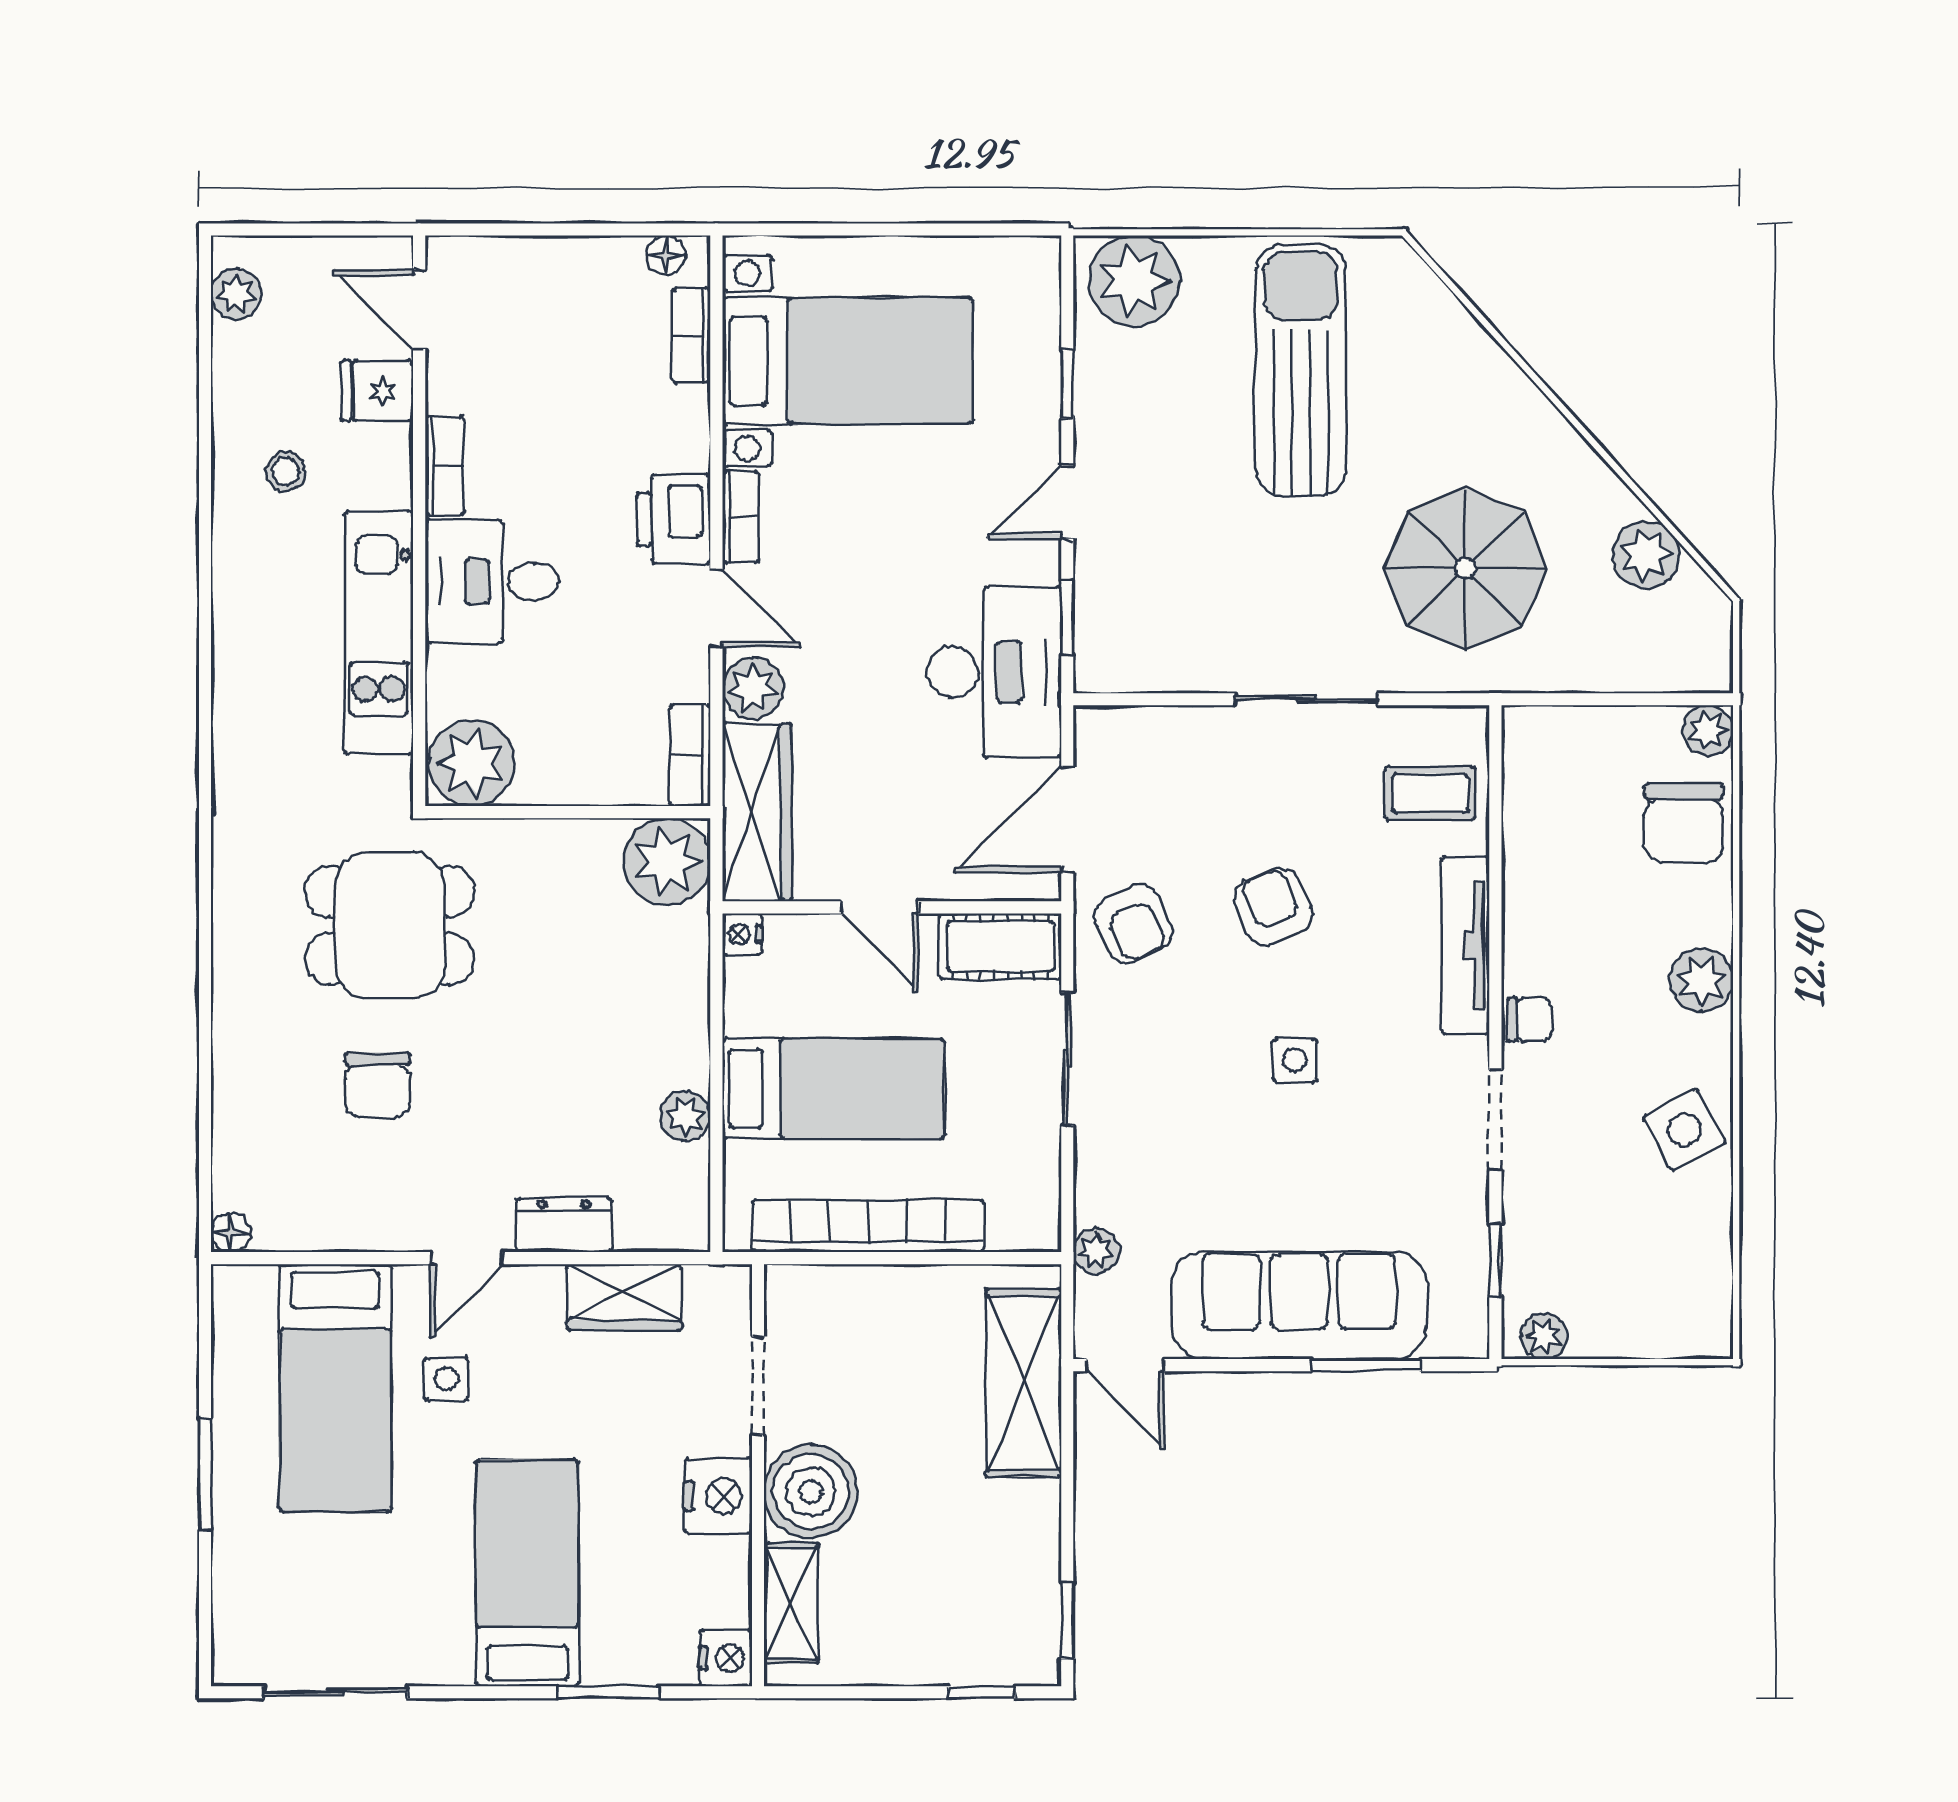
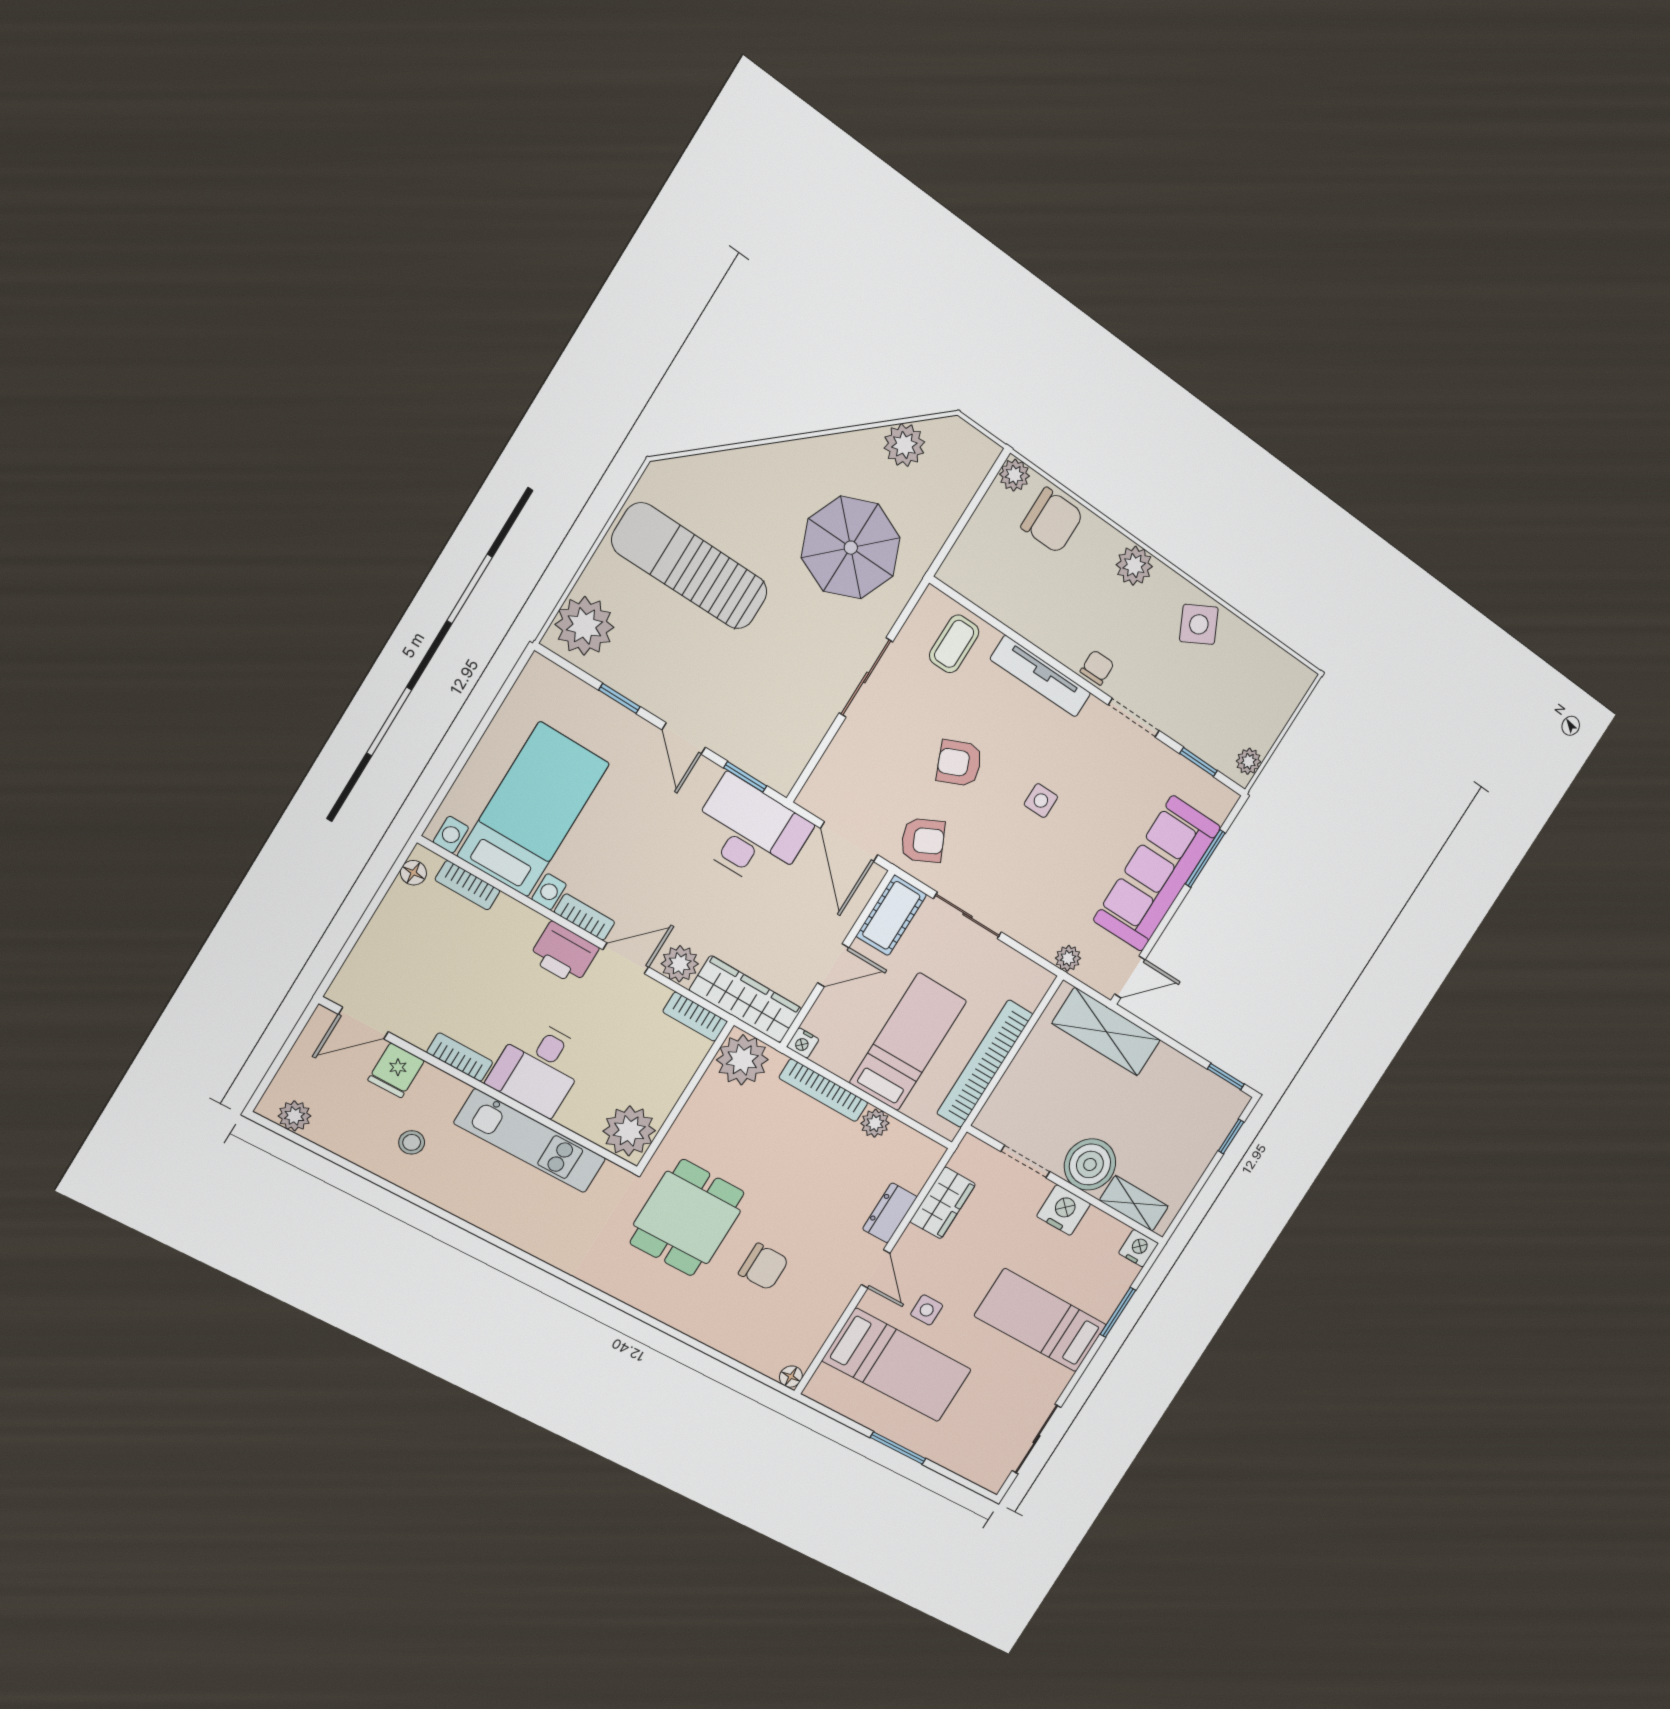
bookcase: (690, 1008) -> (824, 1090), added

